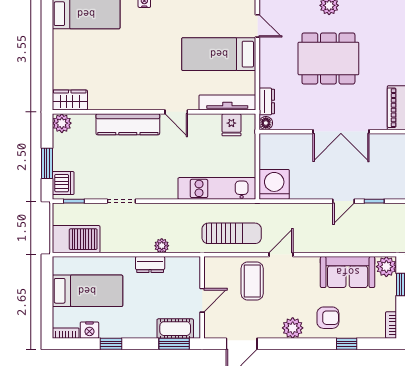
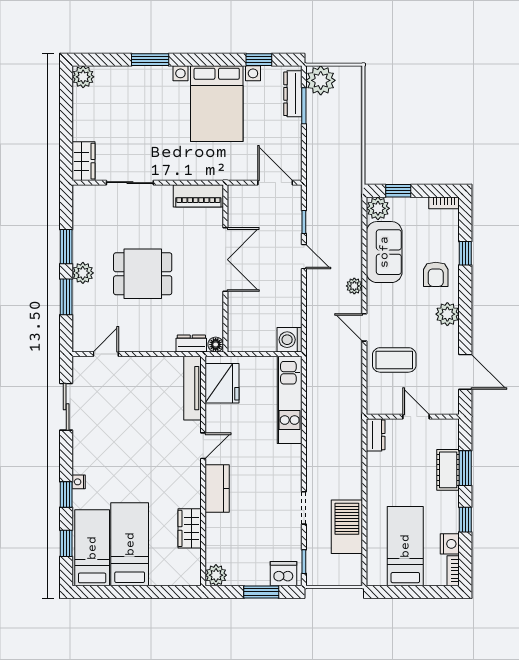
bed: (219, 54) -> (130, 544), moved, turned 180
dining table: (328, 58) -> (143, 274), width x0.73
wardrobe: (70, 100) -> (190, 528), moved
kitchen counter: (128, 124) -> (217, 489), width x0.67
fridge: (231, 125) -> (222, 383), width x1.88, depth x1.34
washing machine: (274, 184) -> (290, 340), width x0.73, depth x0.73
sun lounger: (232, 233) -> (340, 383), removed
barbecue: (76, 239) -> (347, 527), moved
plant: (162, 246) -> (354, 286), moved
dresser: (150, 265) -> (376, 435), moved
armchair: (328, 318) -> (436, 274), turned 180
cot: (175, 329) -> (448, 470), moved
window: (174, 344) -> (465, 468), moved

